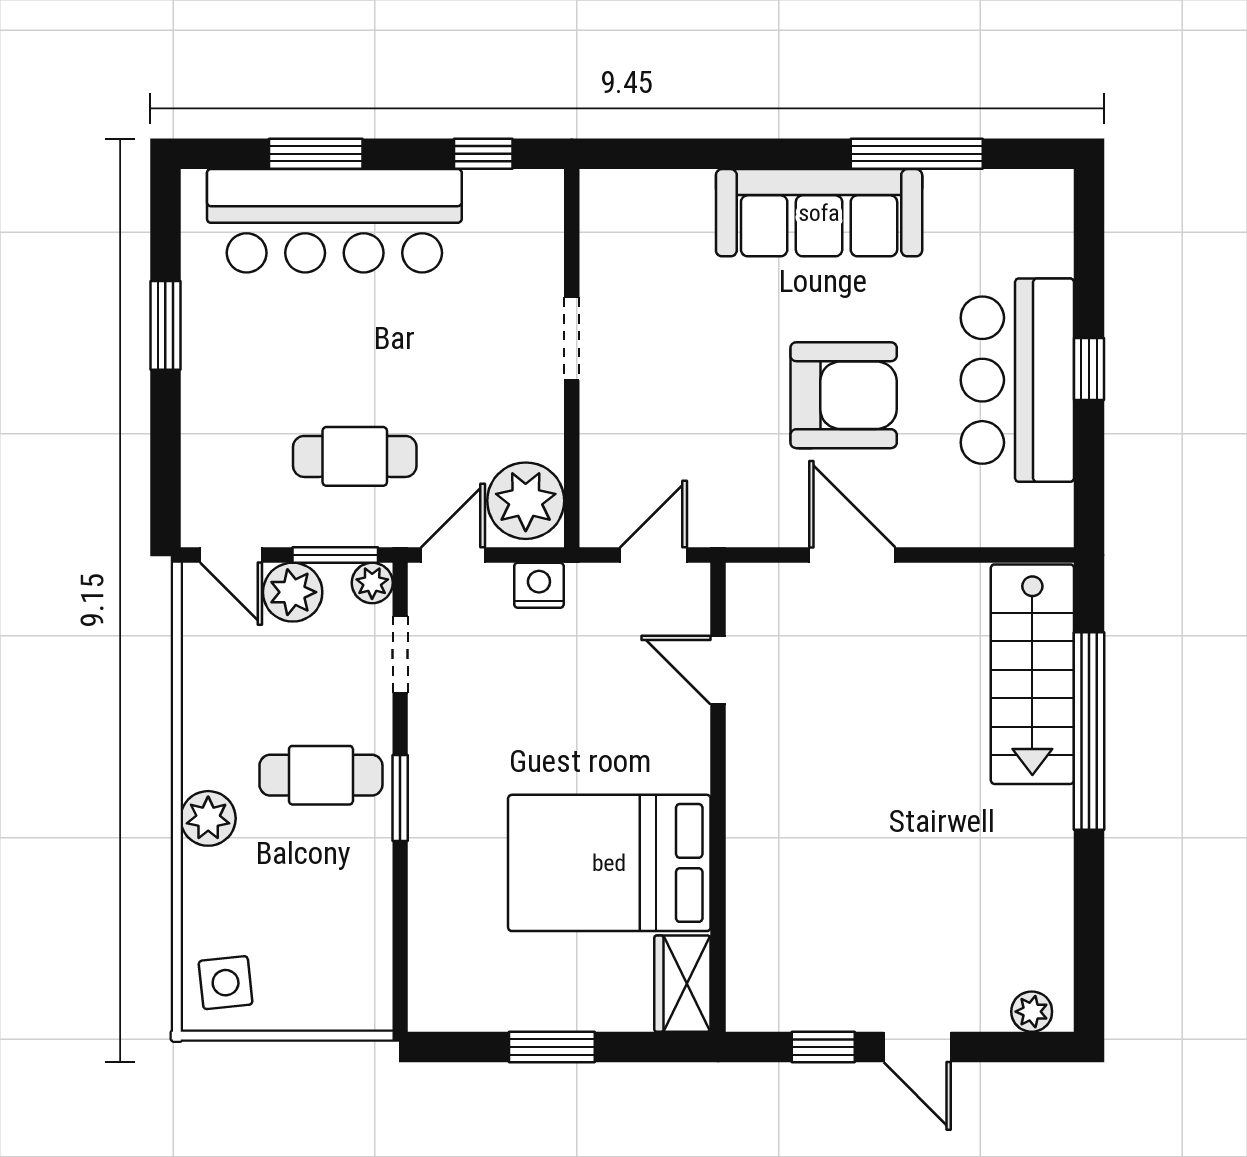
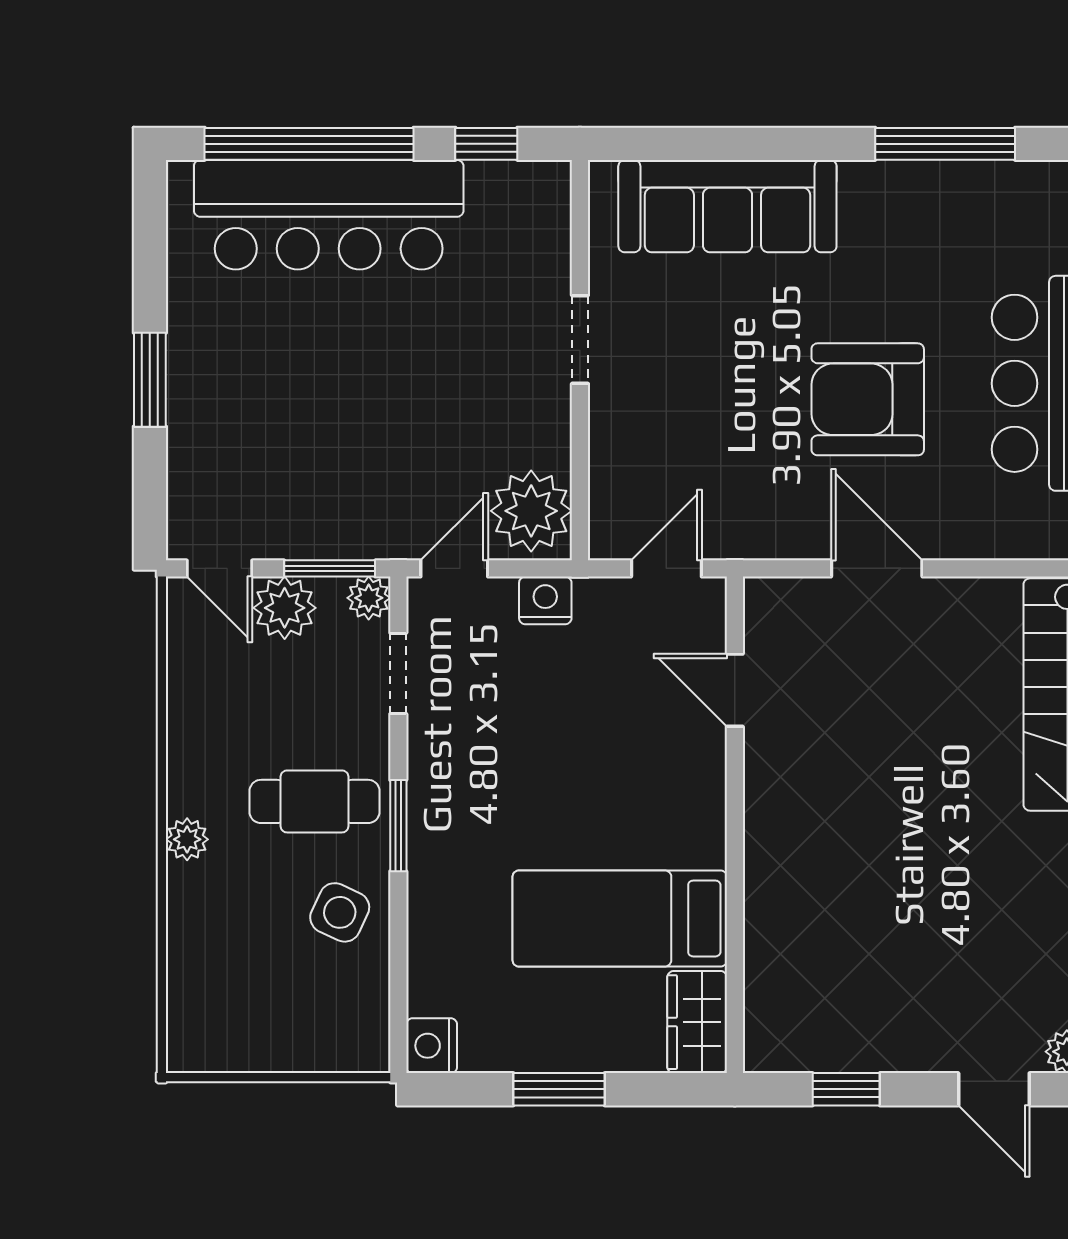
window: (316, 154) -> (309, 144), width x2.11
sofa: (819, 213) -> (727, 206), moved
window: (165, 325) -> (150, 380), moved
armchair: (844, 395) -> (868, 399), turned 180
cafe table: (355, 456) -> (350, 464), removed
plant: (208, 818) -> (187, 839), width x0.73, depth x0.73
bed: (609, 863) -> (620, 918), width x0.67
side table: (226, 983) -> (340, 912), moved, turned 31
nightstand: (432, 1006) -> (432, 1046), added
door: (917, 1047) -> (994, 1089), moved

